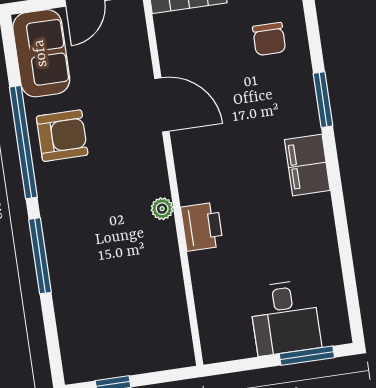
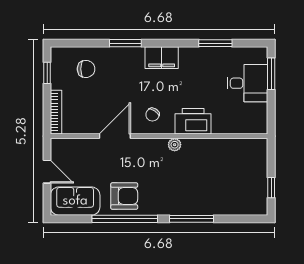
armchair: (62, 136) -> (124, 196), turned 90
chair: (208, 164) -> (153, 115), added
printer: (202, 227) -> (193, 121), width x1.37, depth x1.19
window: (345, 253) -> (215, 43), added

